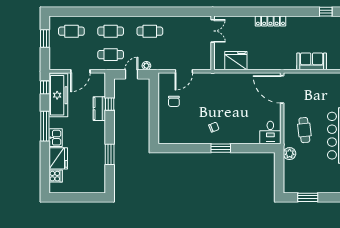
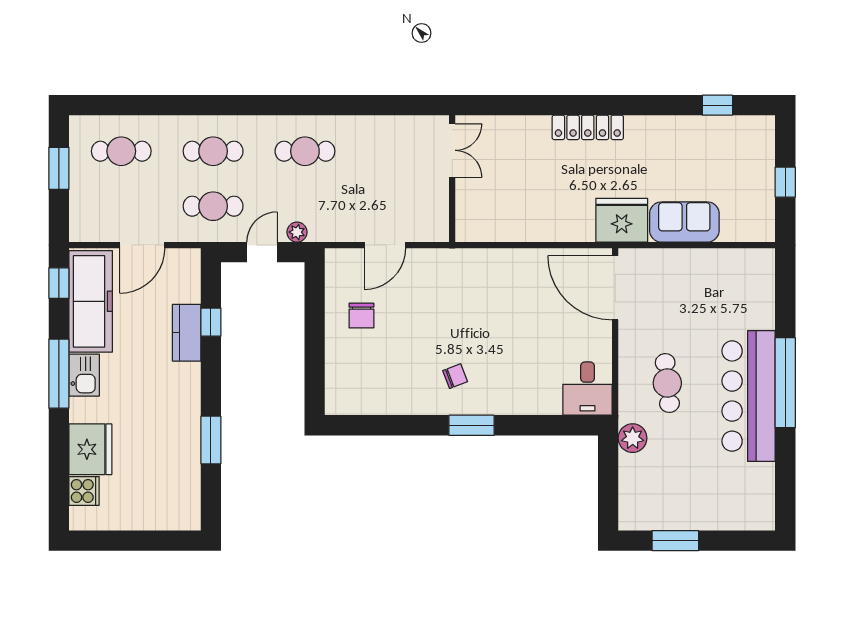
fridge: (236, 61) -> (622, 220), moved
kitchen sink: (56, 138) -> (84, 375), moved

